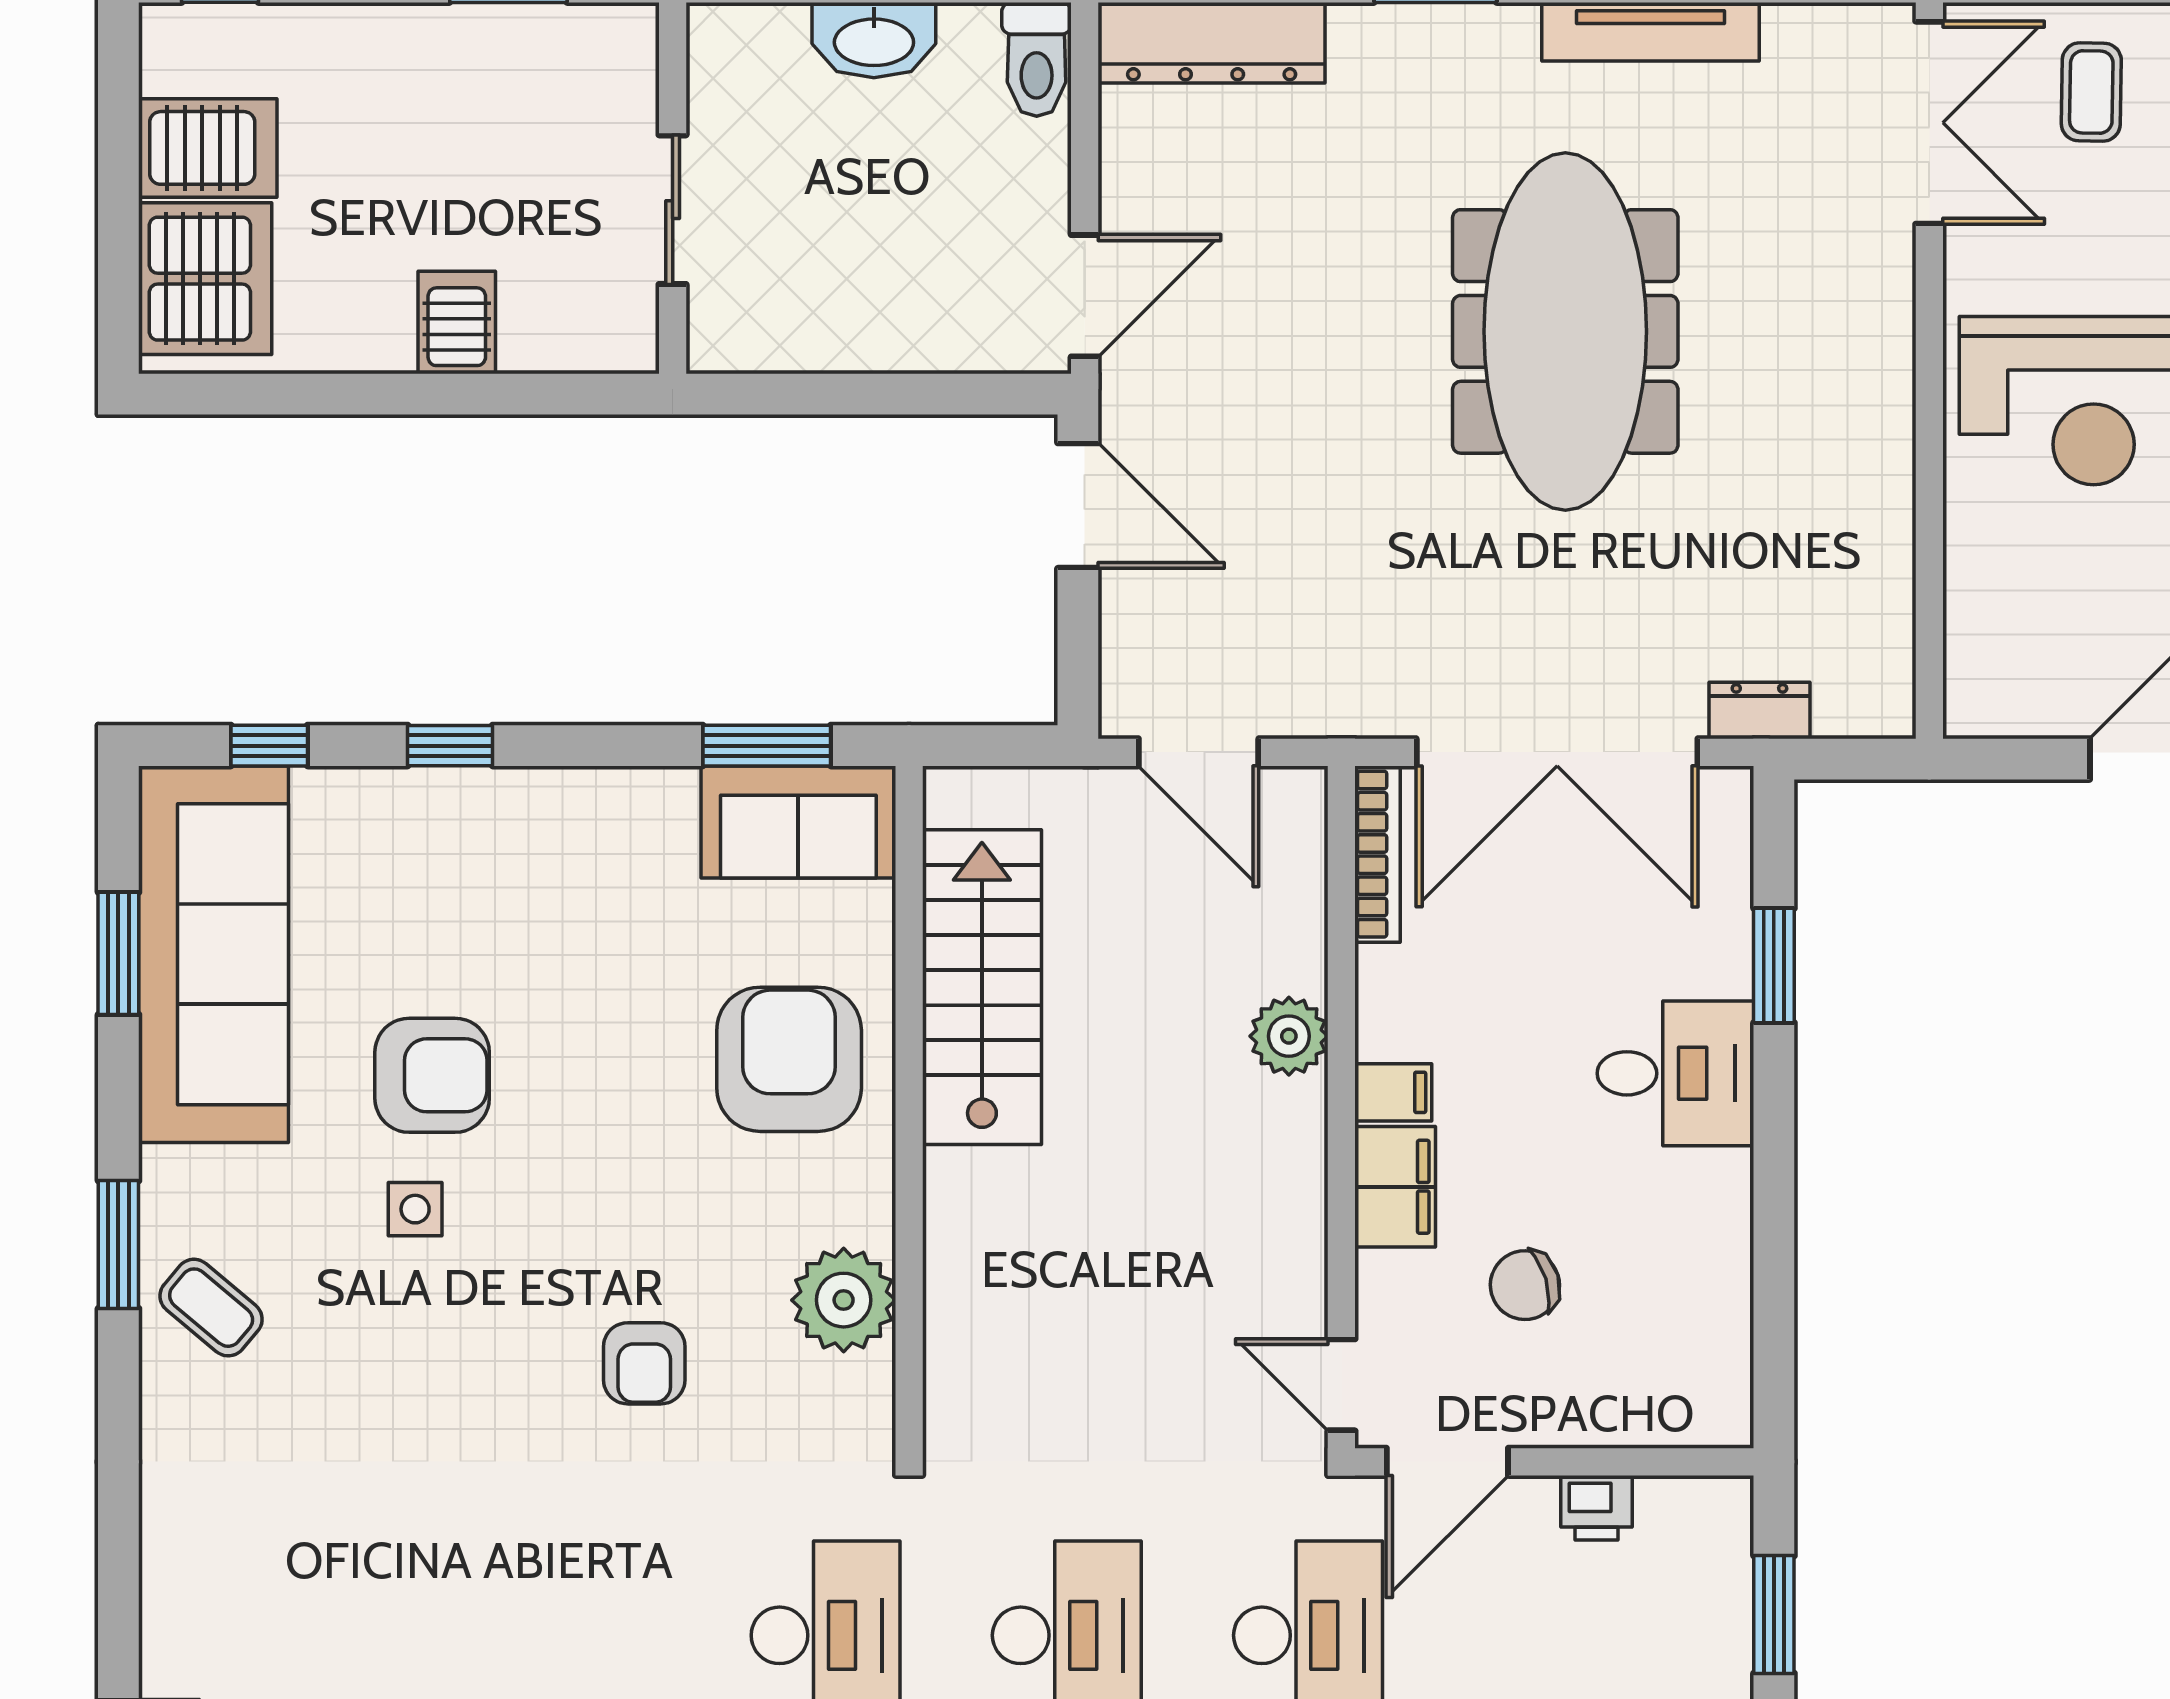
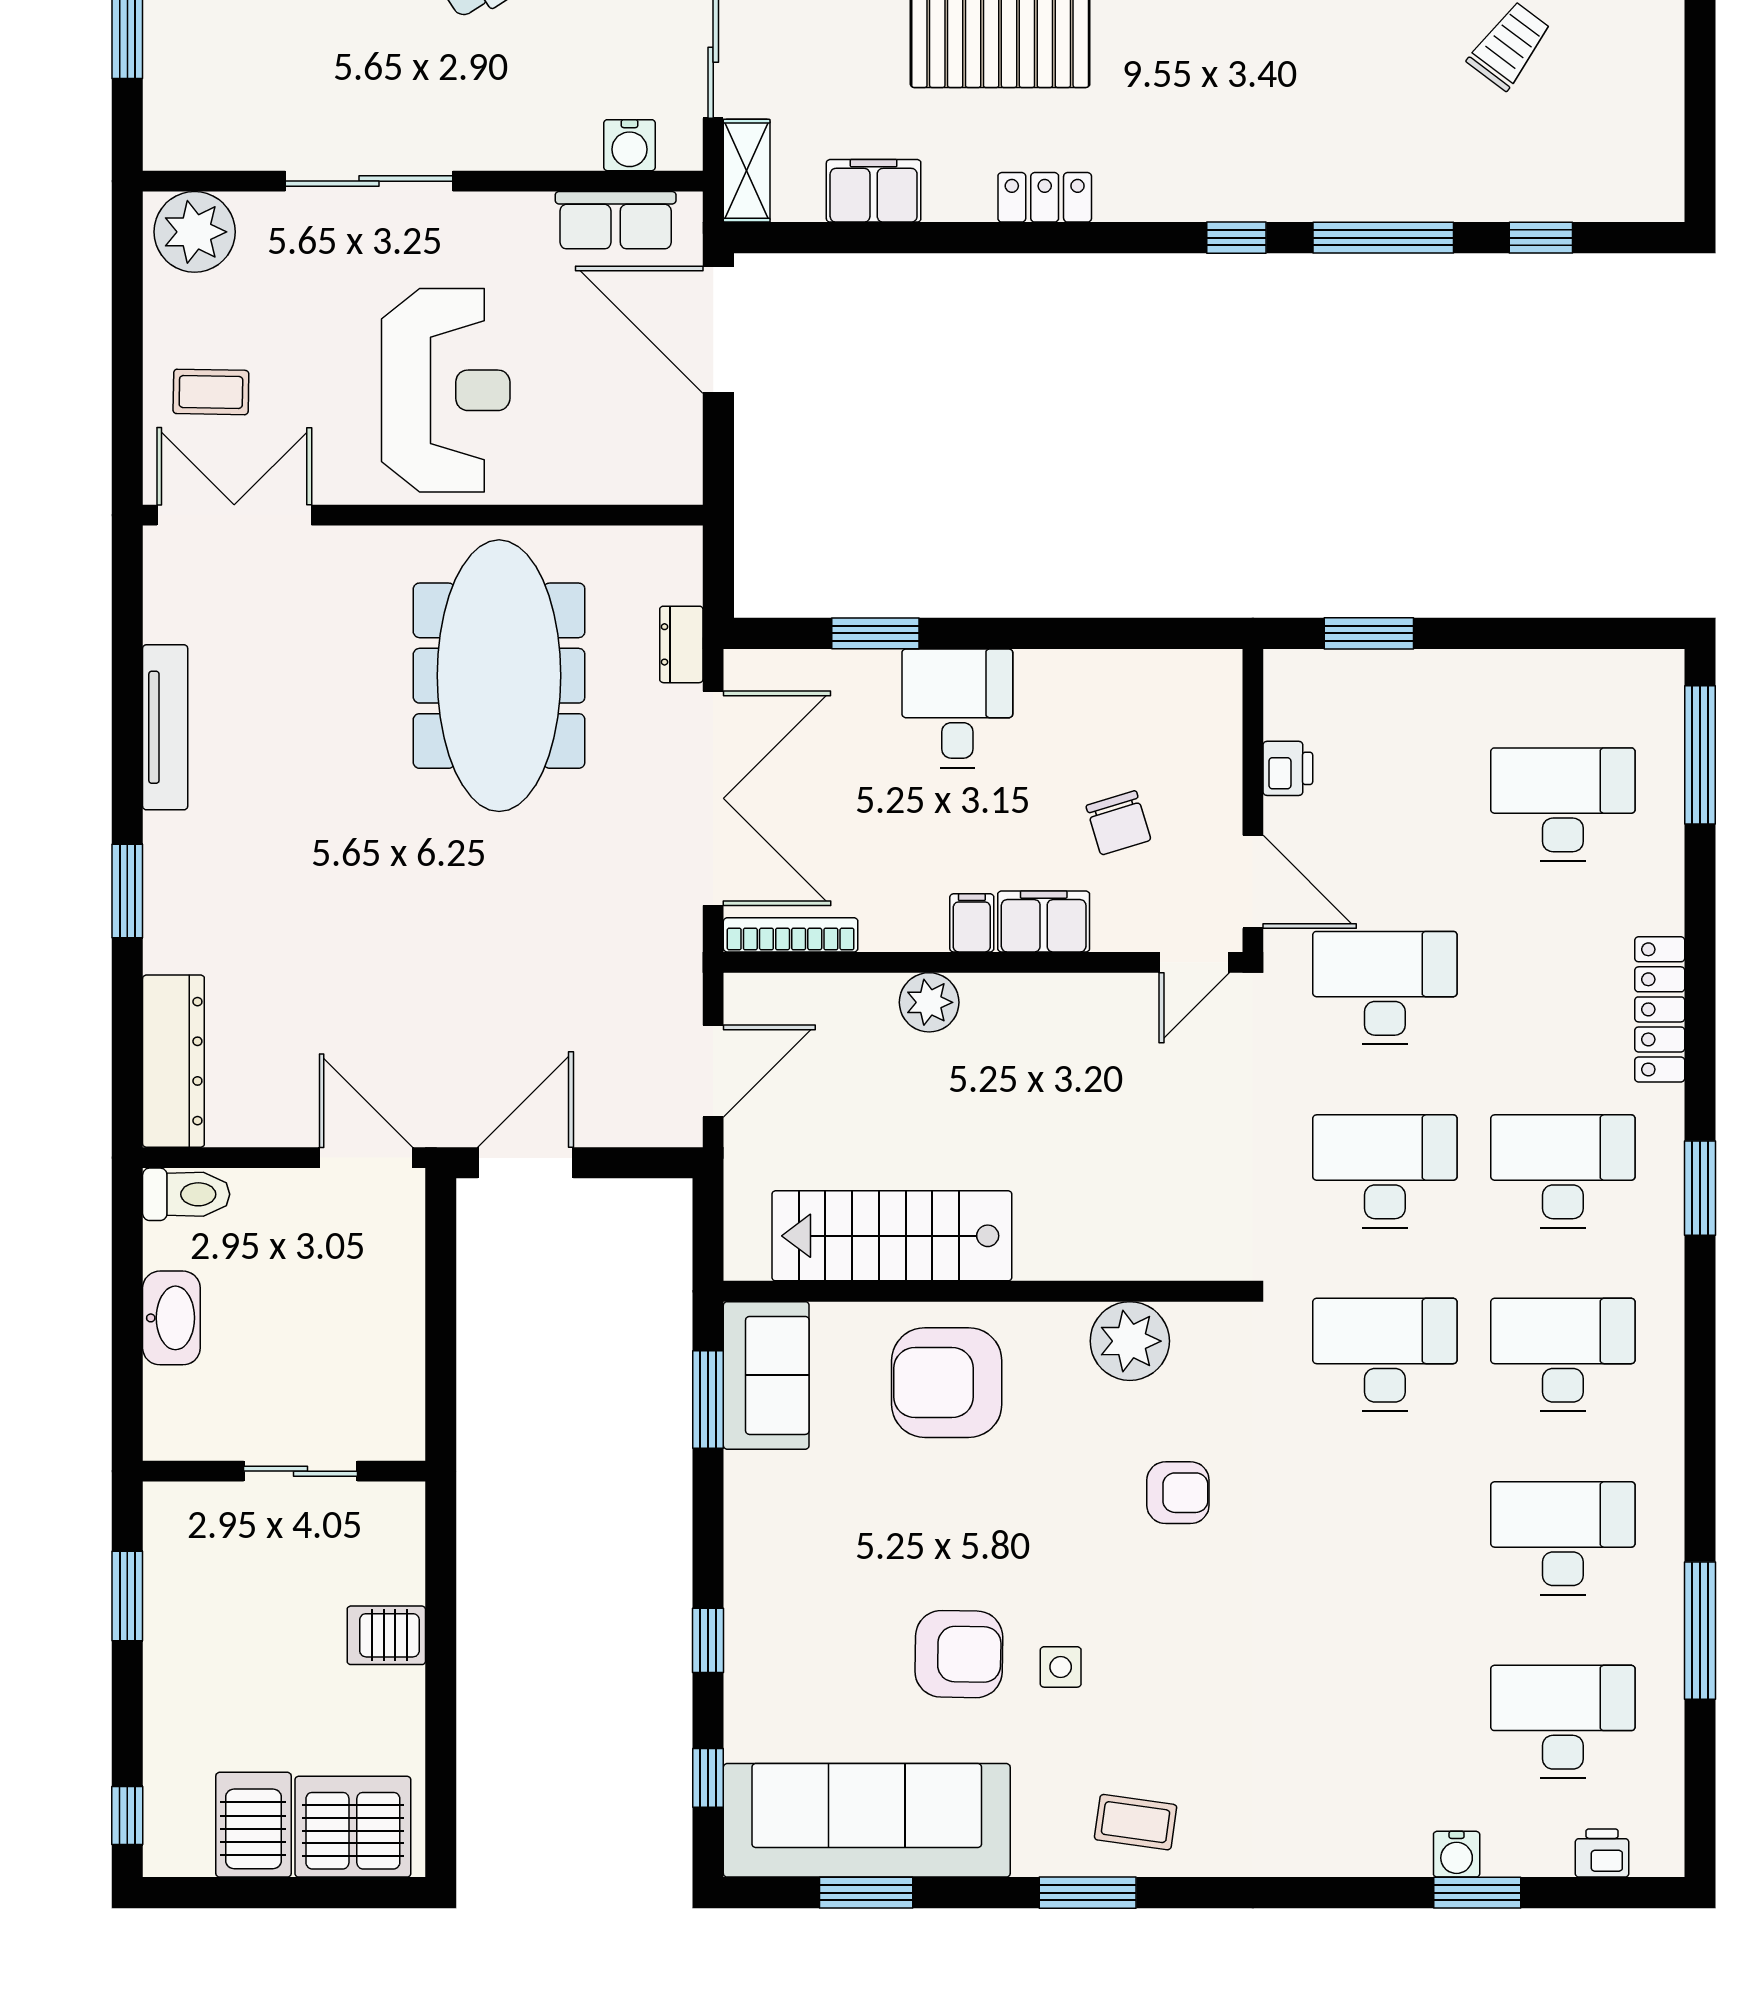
meeting table: (1565, 331) -> (499, 676), moved, turned 90
armchair: (432, 1075) -> (959, 1654), turned 91
coffee table: (211, 1308) -> (1136, 1822), turned 58

